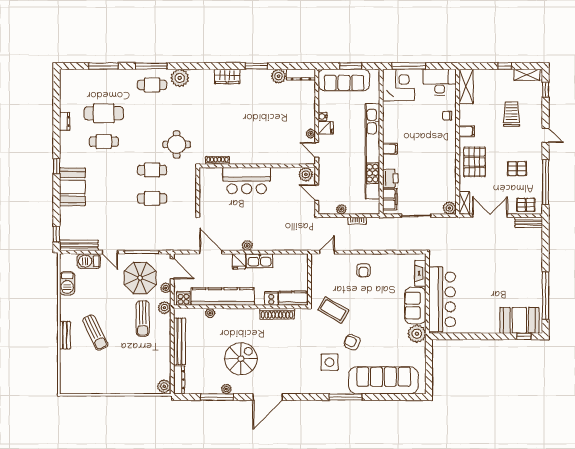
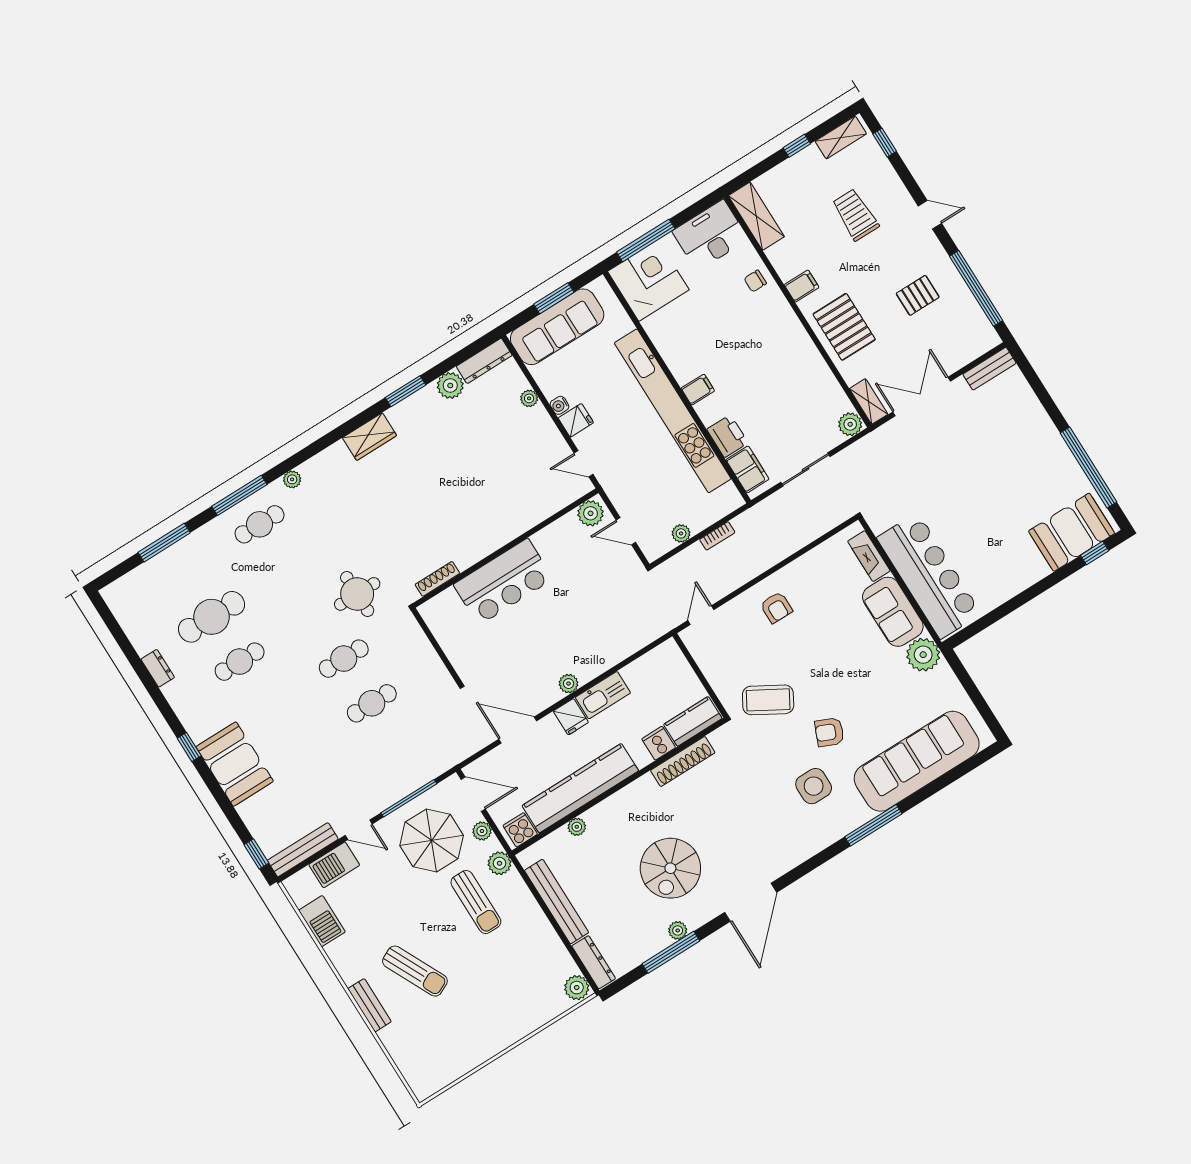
plant: (180, 78) -> (292, 479), width x0.53, depth x0.53
plant: (311, 134) -> (529, 398), moved
pallet: (526, 205) -> (968, 344), removed
spiral stairs: (241, 359) -> (670, 868), turned 180

